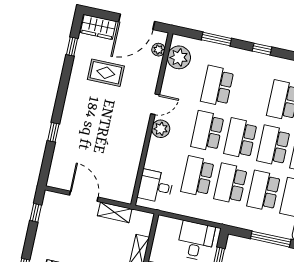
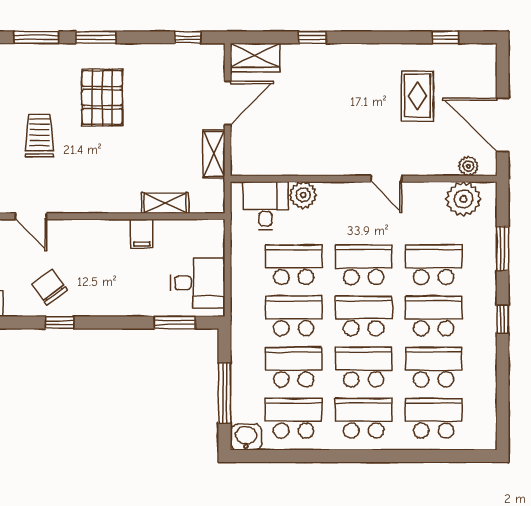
wardrobe: (98, 27) -> (255, 58), moved, turned -90
school desk: (250, 93) -> (434, 316), added
plant: (161, 129) -> (303, 195), moved

